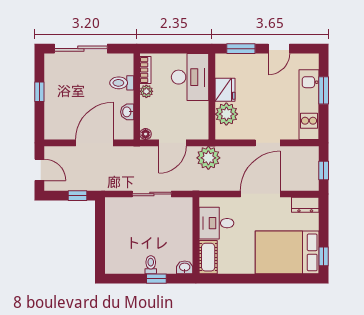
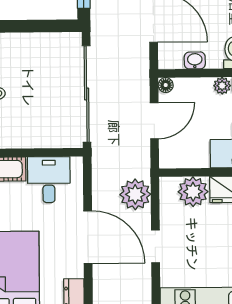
door: (173, 143) -> (154, 121), swing flipped
plant: (208, 158) -> (135, 194), moved
sliding door: (152, 194) -> (87, 94), width x1.86

